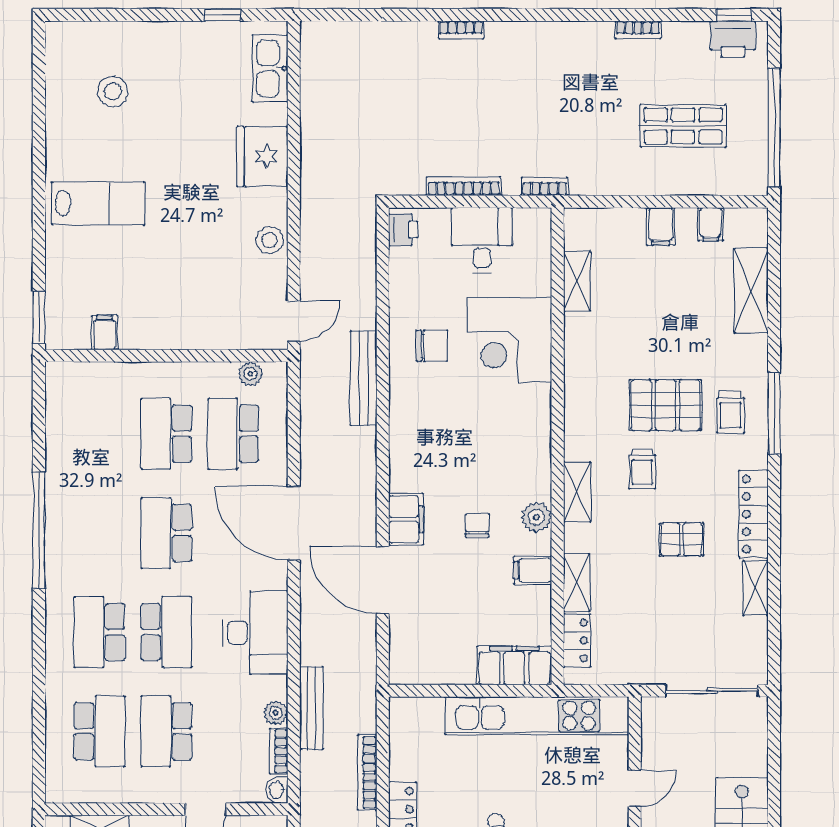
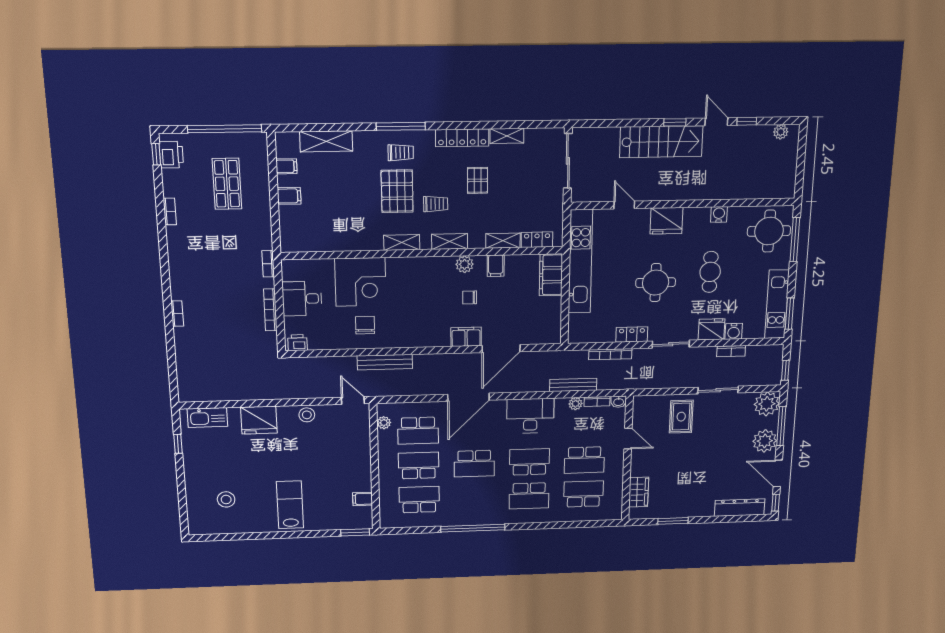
shelving: (577, 281) -> (402, 243), moved
school desk: (99, 434) -> (419, 500), added
school desk: (166, 434) -> (419, 465), turned 180

